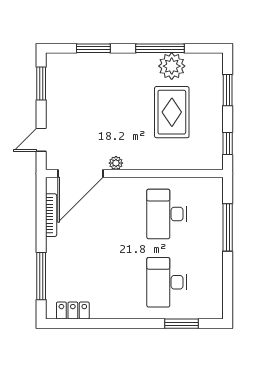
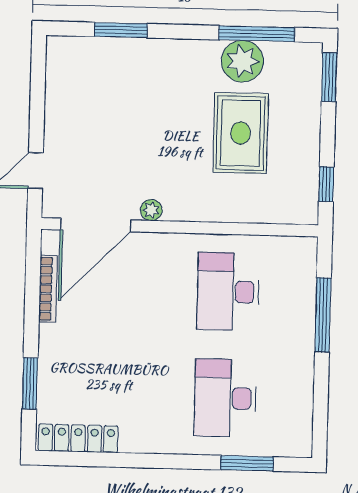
window: (160, 48) -> (257, 34), moved
window: (41, 83) -> (38, 83), removed
window: (228, 90) -> (329, 77), moved
window: (41, 276) -> (30, 383), width x0.69
locker: (73, 311) -> (78, 438), width x1.53

